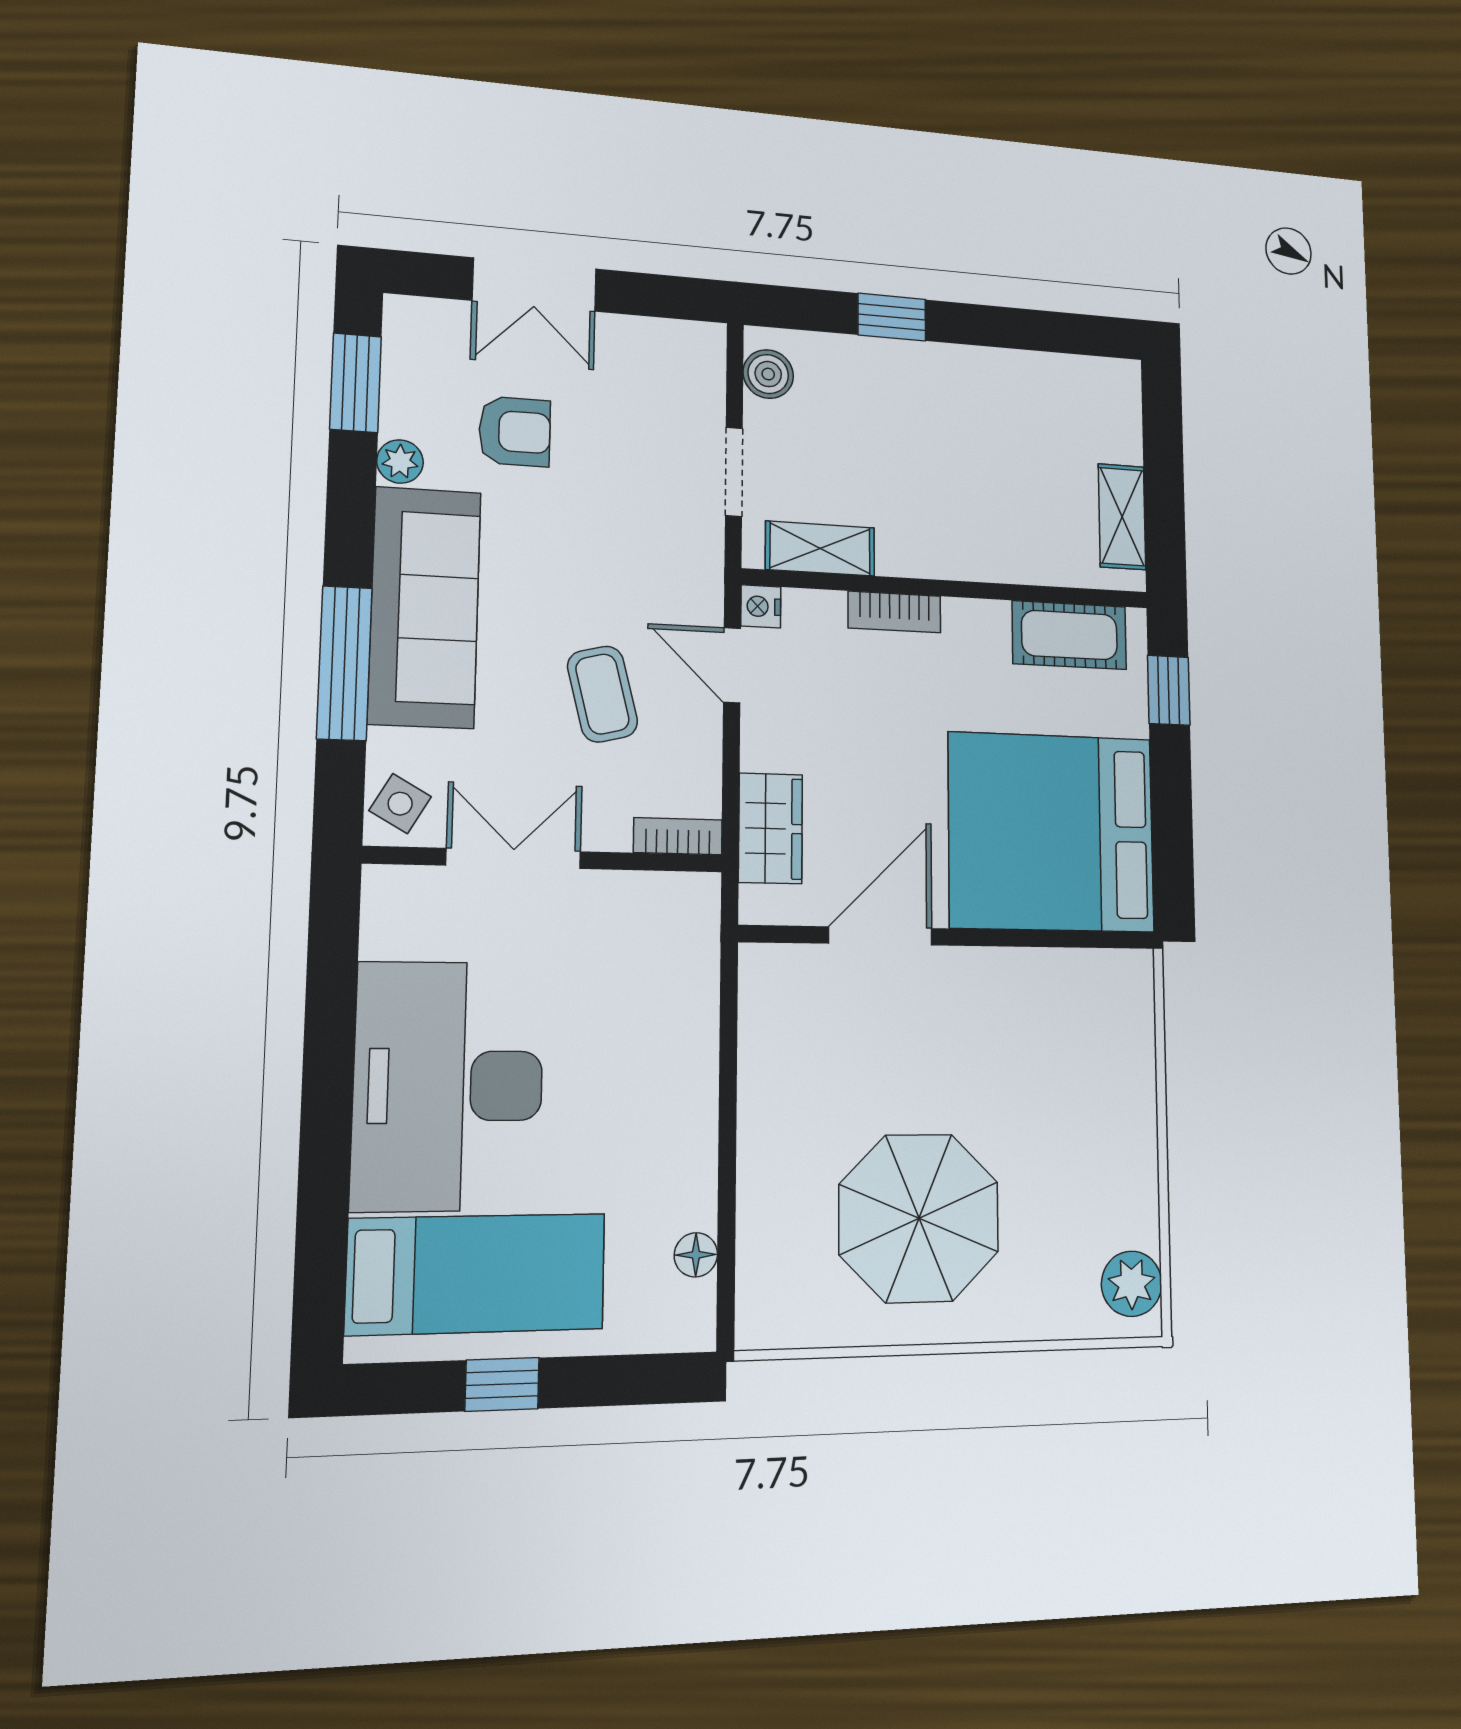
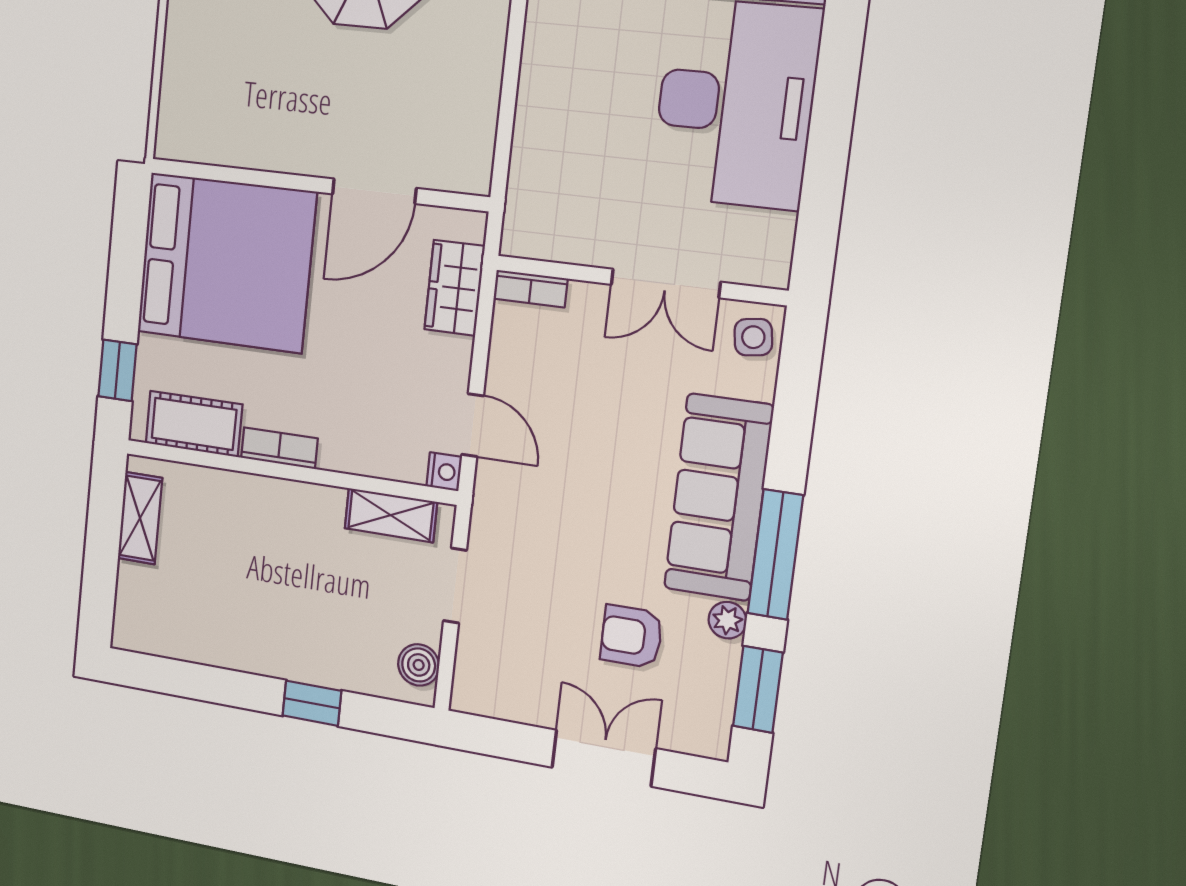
bookcase: (894, 612) -> (279, 448), moved
window: (344, 663) -> (775, 554), moved
coffee table: (602, 694) -> (580, 411), removed
side table: (400, 804) -> (753, 337), turned -38

